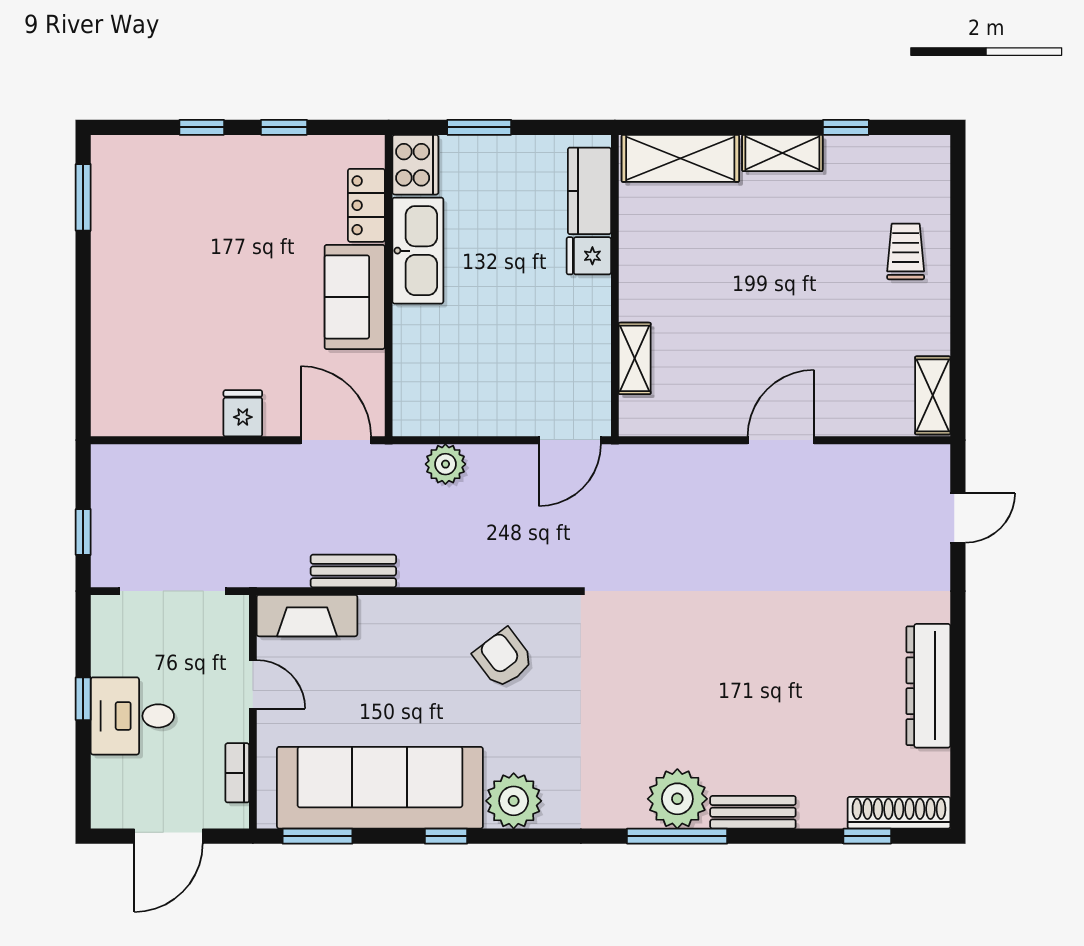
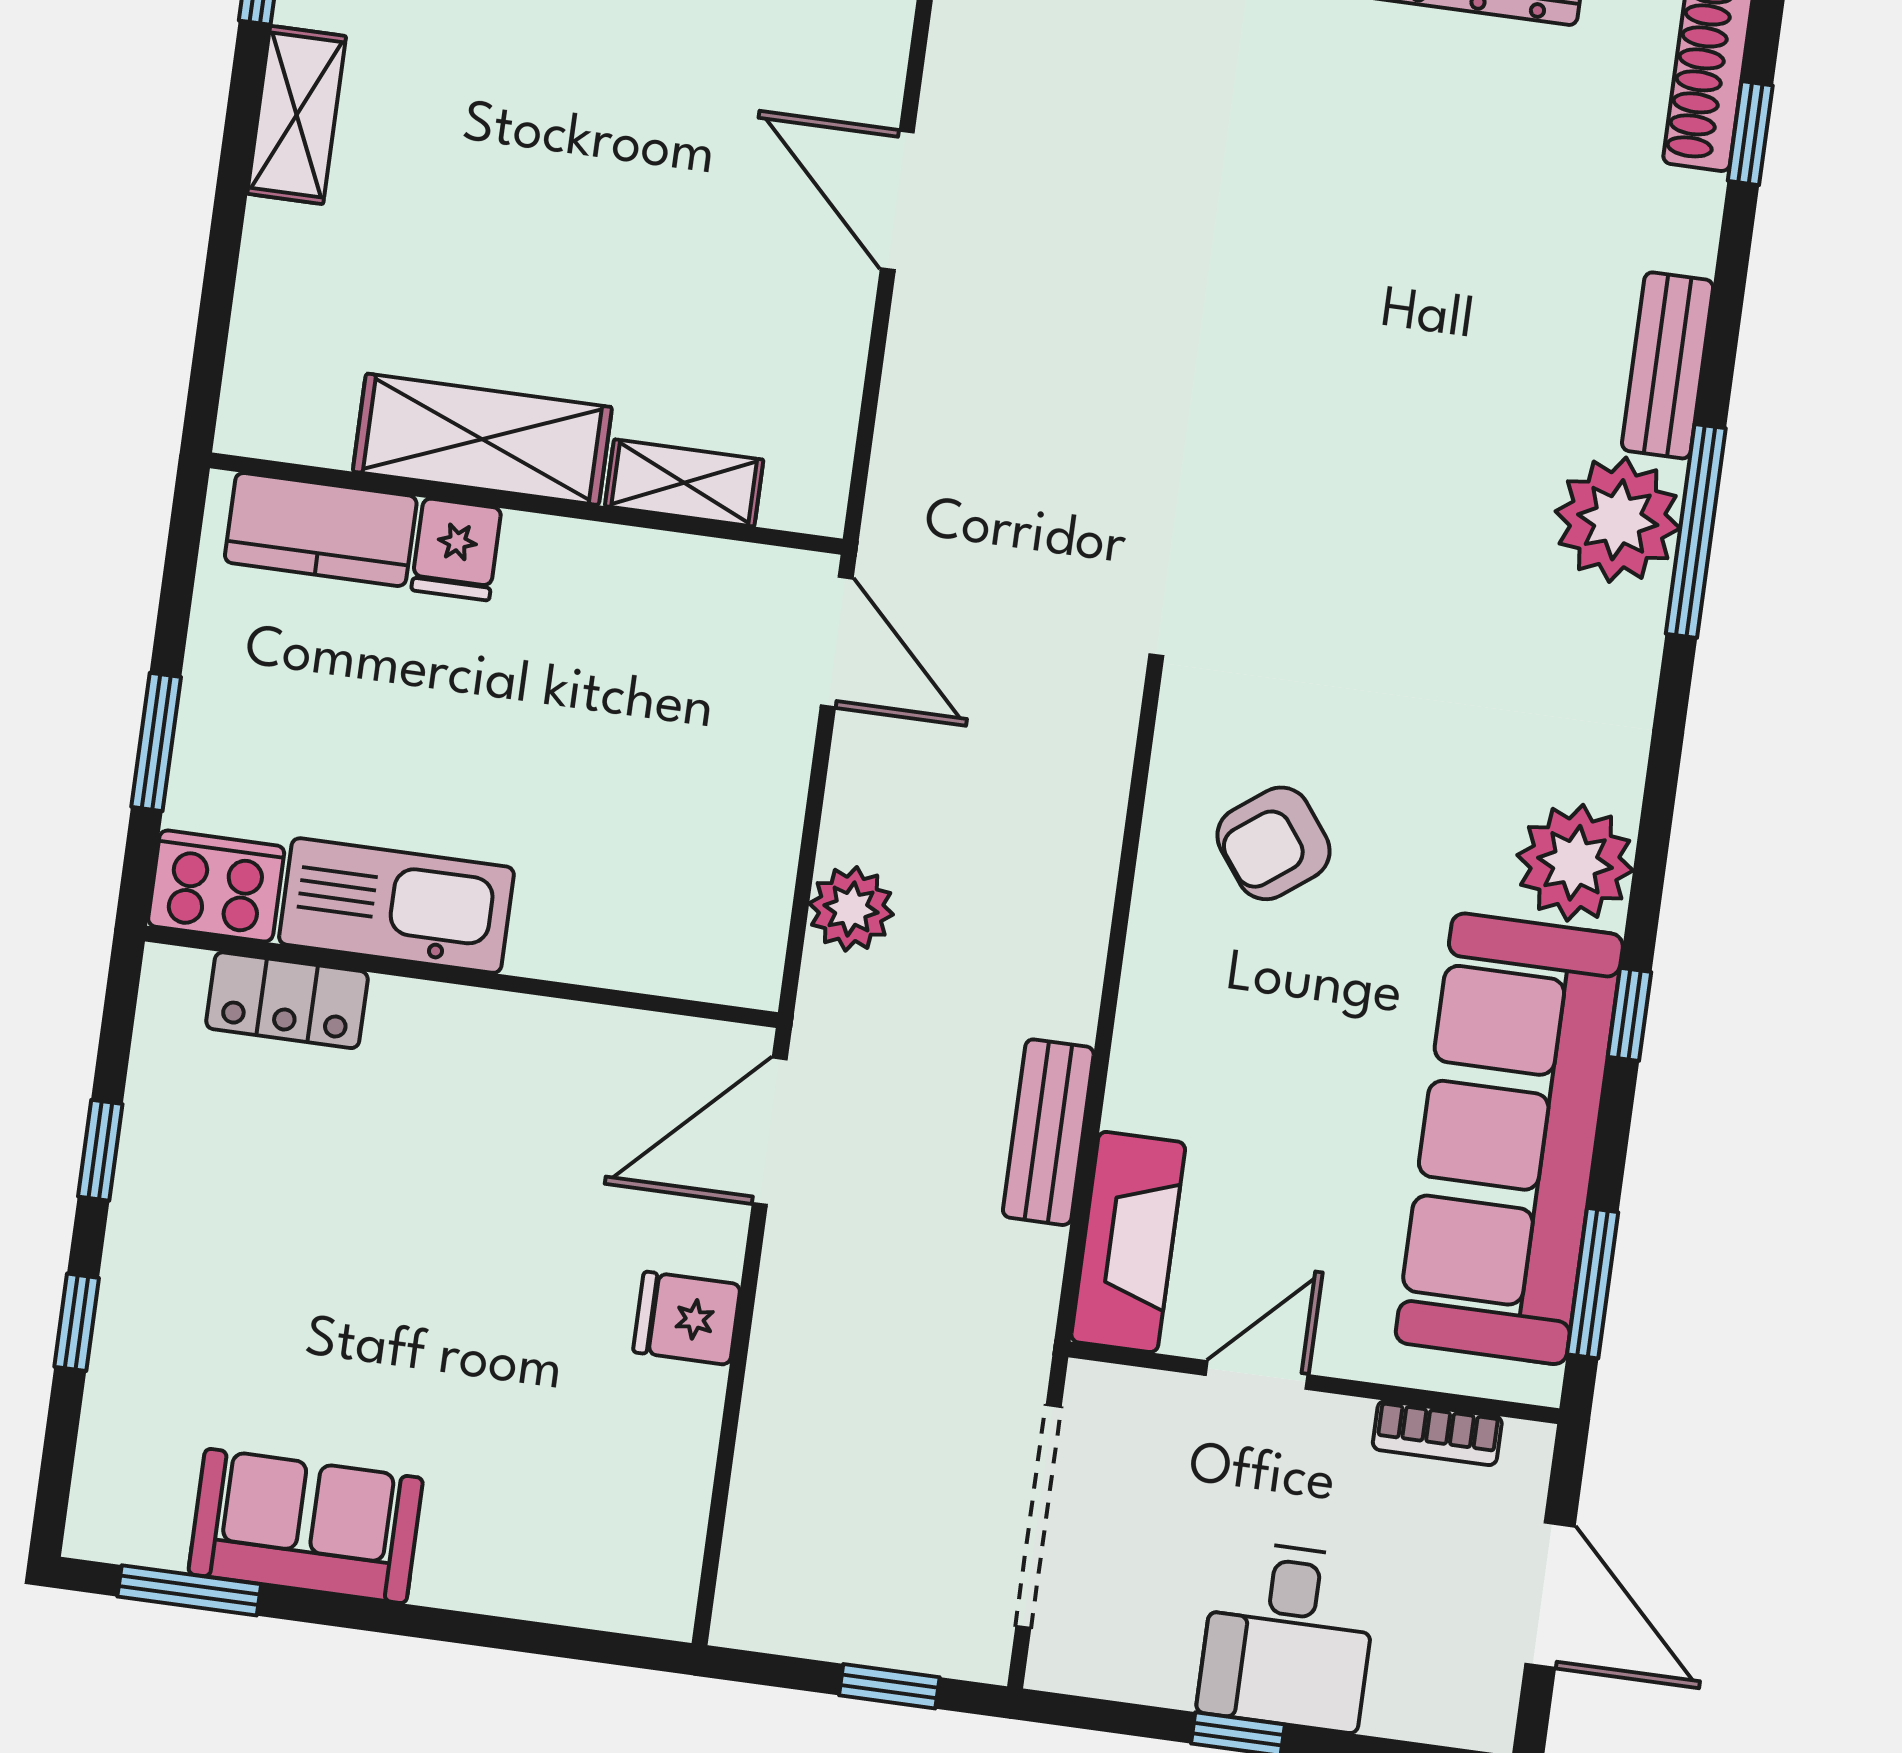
shelving: (680, 158) -> (482, 439), moved, turned 90
sofa: (355, 297) -> (306, 1526), moved, turned 180

